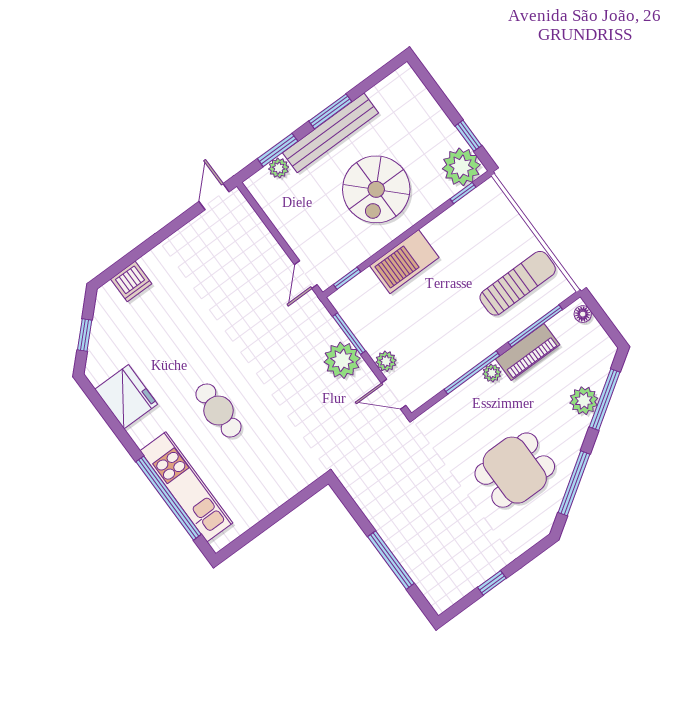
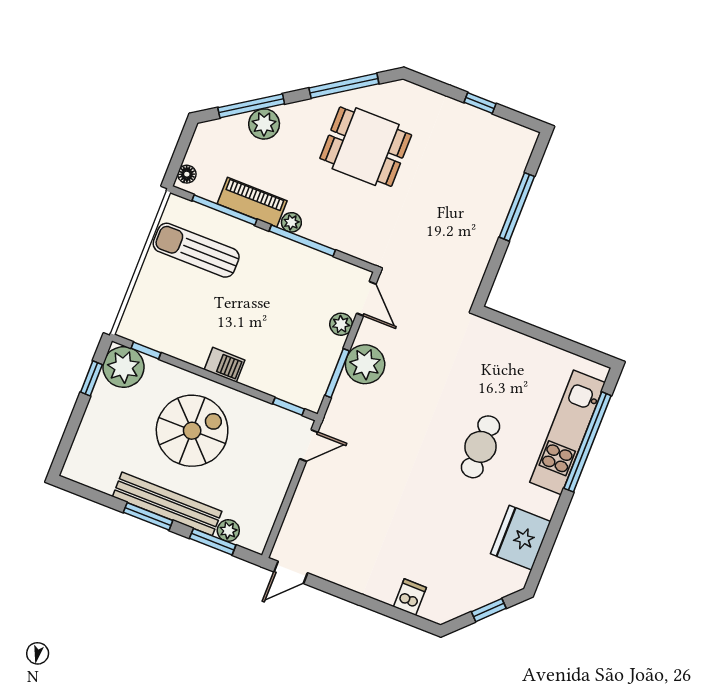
barbecue: (404, 262) -> (225, 365), width x0.53, depth x0.65
dishwasher: (131, 281) -> (410, 597), width x0.73

